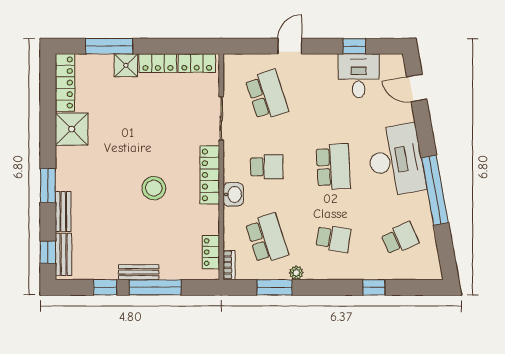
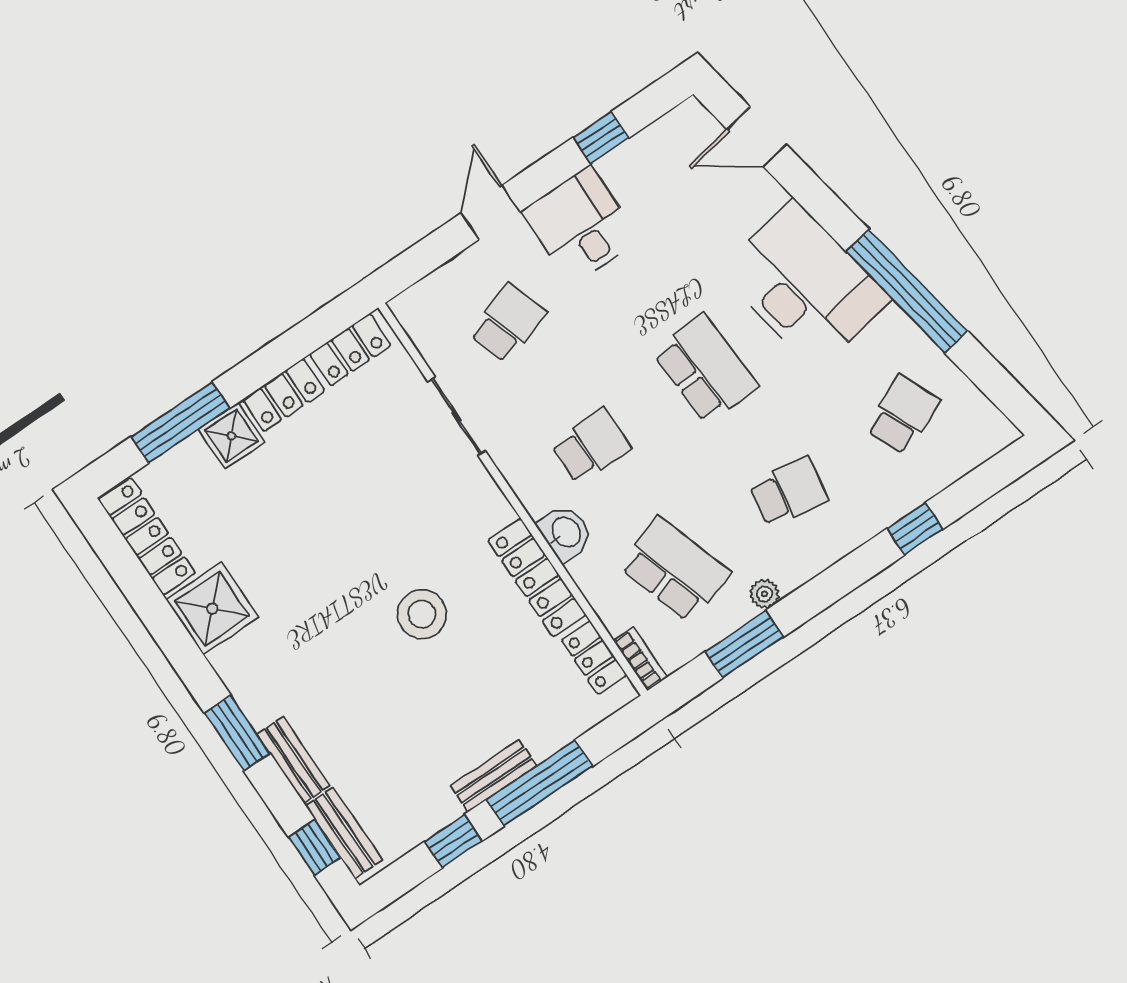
desk: (359, 76) -> (581, 225), moved
school desk: (267, 95) -> (508, 323), width x0.54
locker: (210, 175) -> (537, 578), moved

